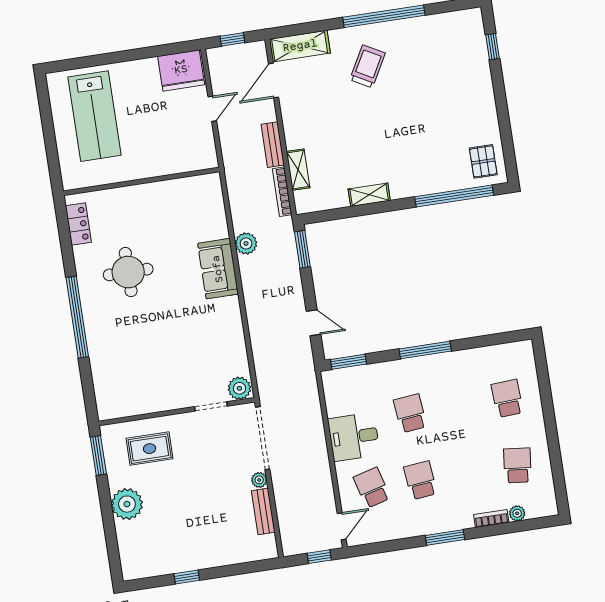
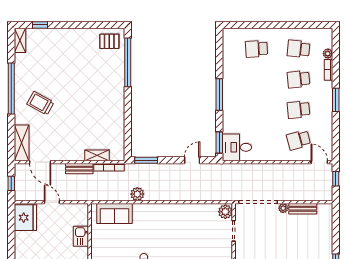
kitchen sink: (165, 164) -> (81, 236), added
shelving: (369, 195) -> (20, 40), moved
sofa: (218, 269) -> (114, 214), moved
school desk: (410, 413) -> (298, 79), moved
desk: (354, 437) -> (237, 147), moved, turned 90

